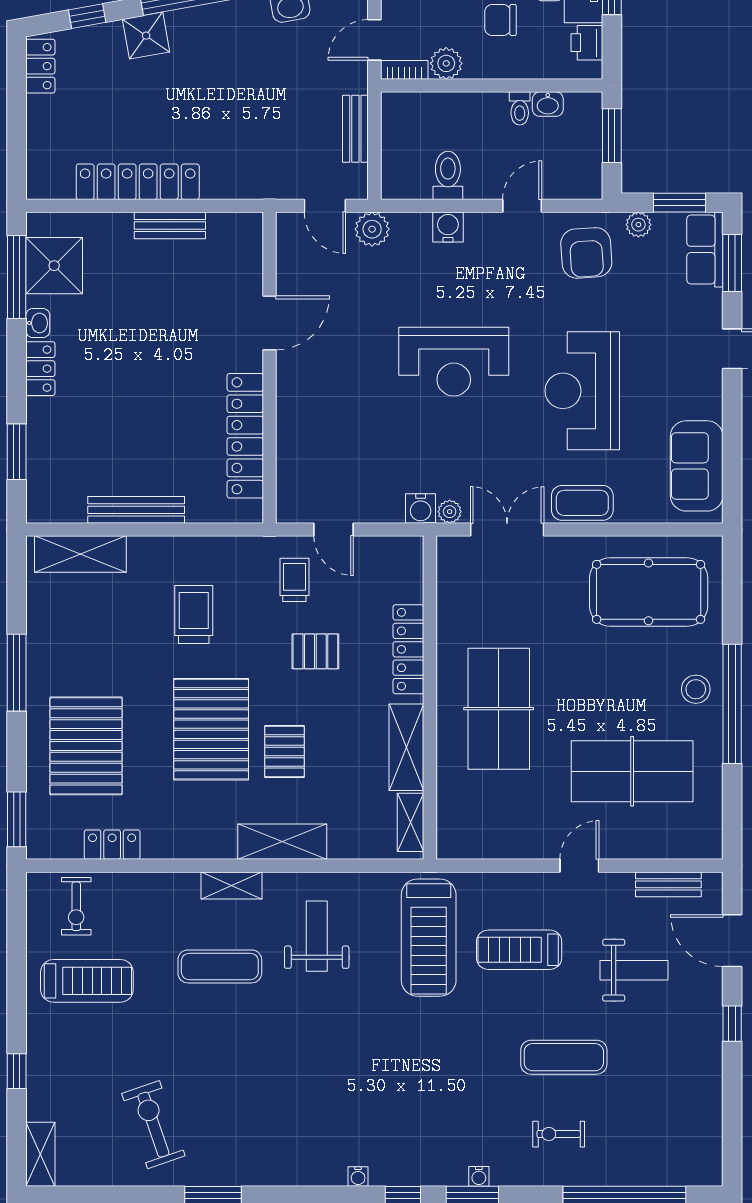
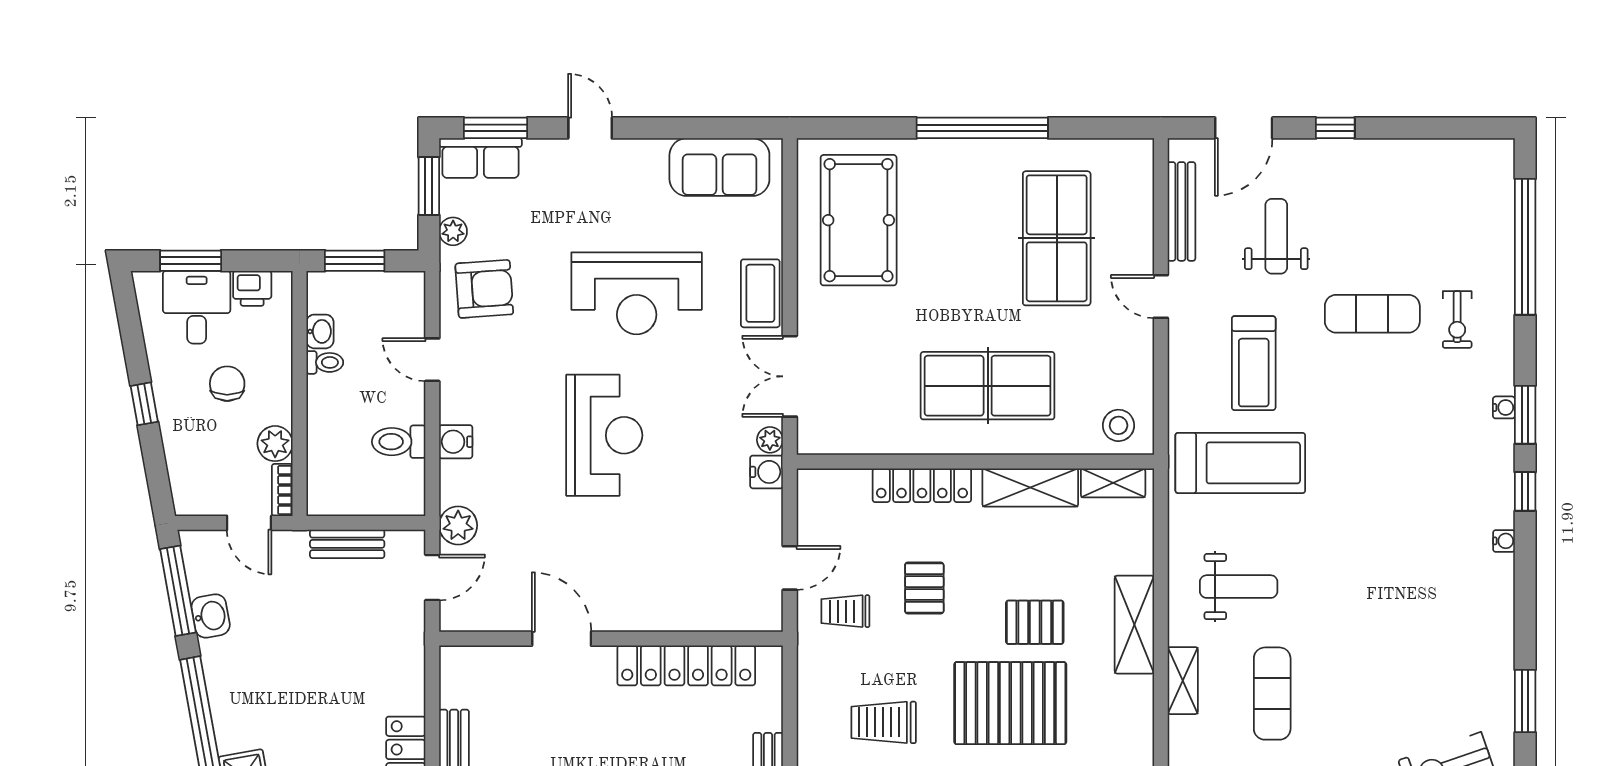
chair: (500, 20) -> (227, 384), turned 180
stool: (696, 689) -> (1119, 425), moved
bench: (668, 884) -> (1181, 211), width x1.36
weight bench: (317, 936) -> (1239, 587), turned 180
exercise mat: (564, 1057) -> (1372, 314), turned 90

